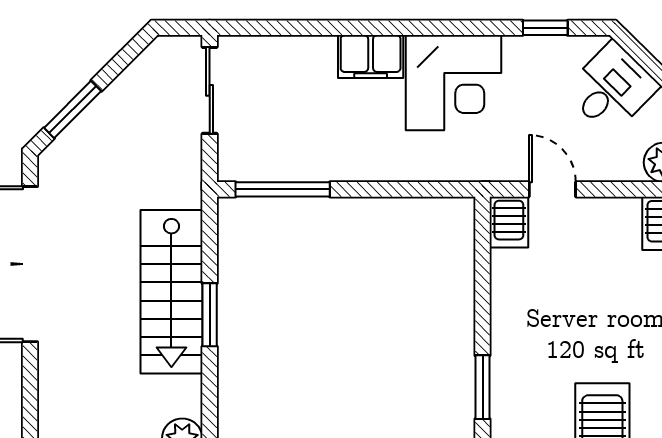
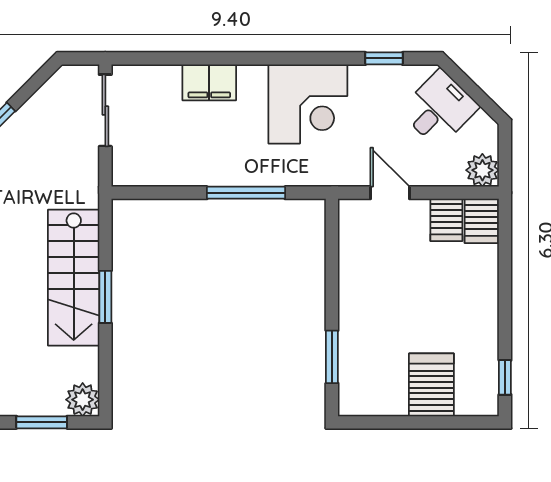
filing cabinet: (371, 57) -> (209, 82), moved
window: (283, 189) -> (246, 193), moved
server rack: (509, 222) -> (446, 220), moved

